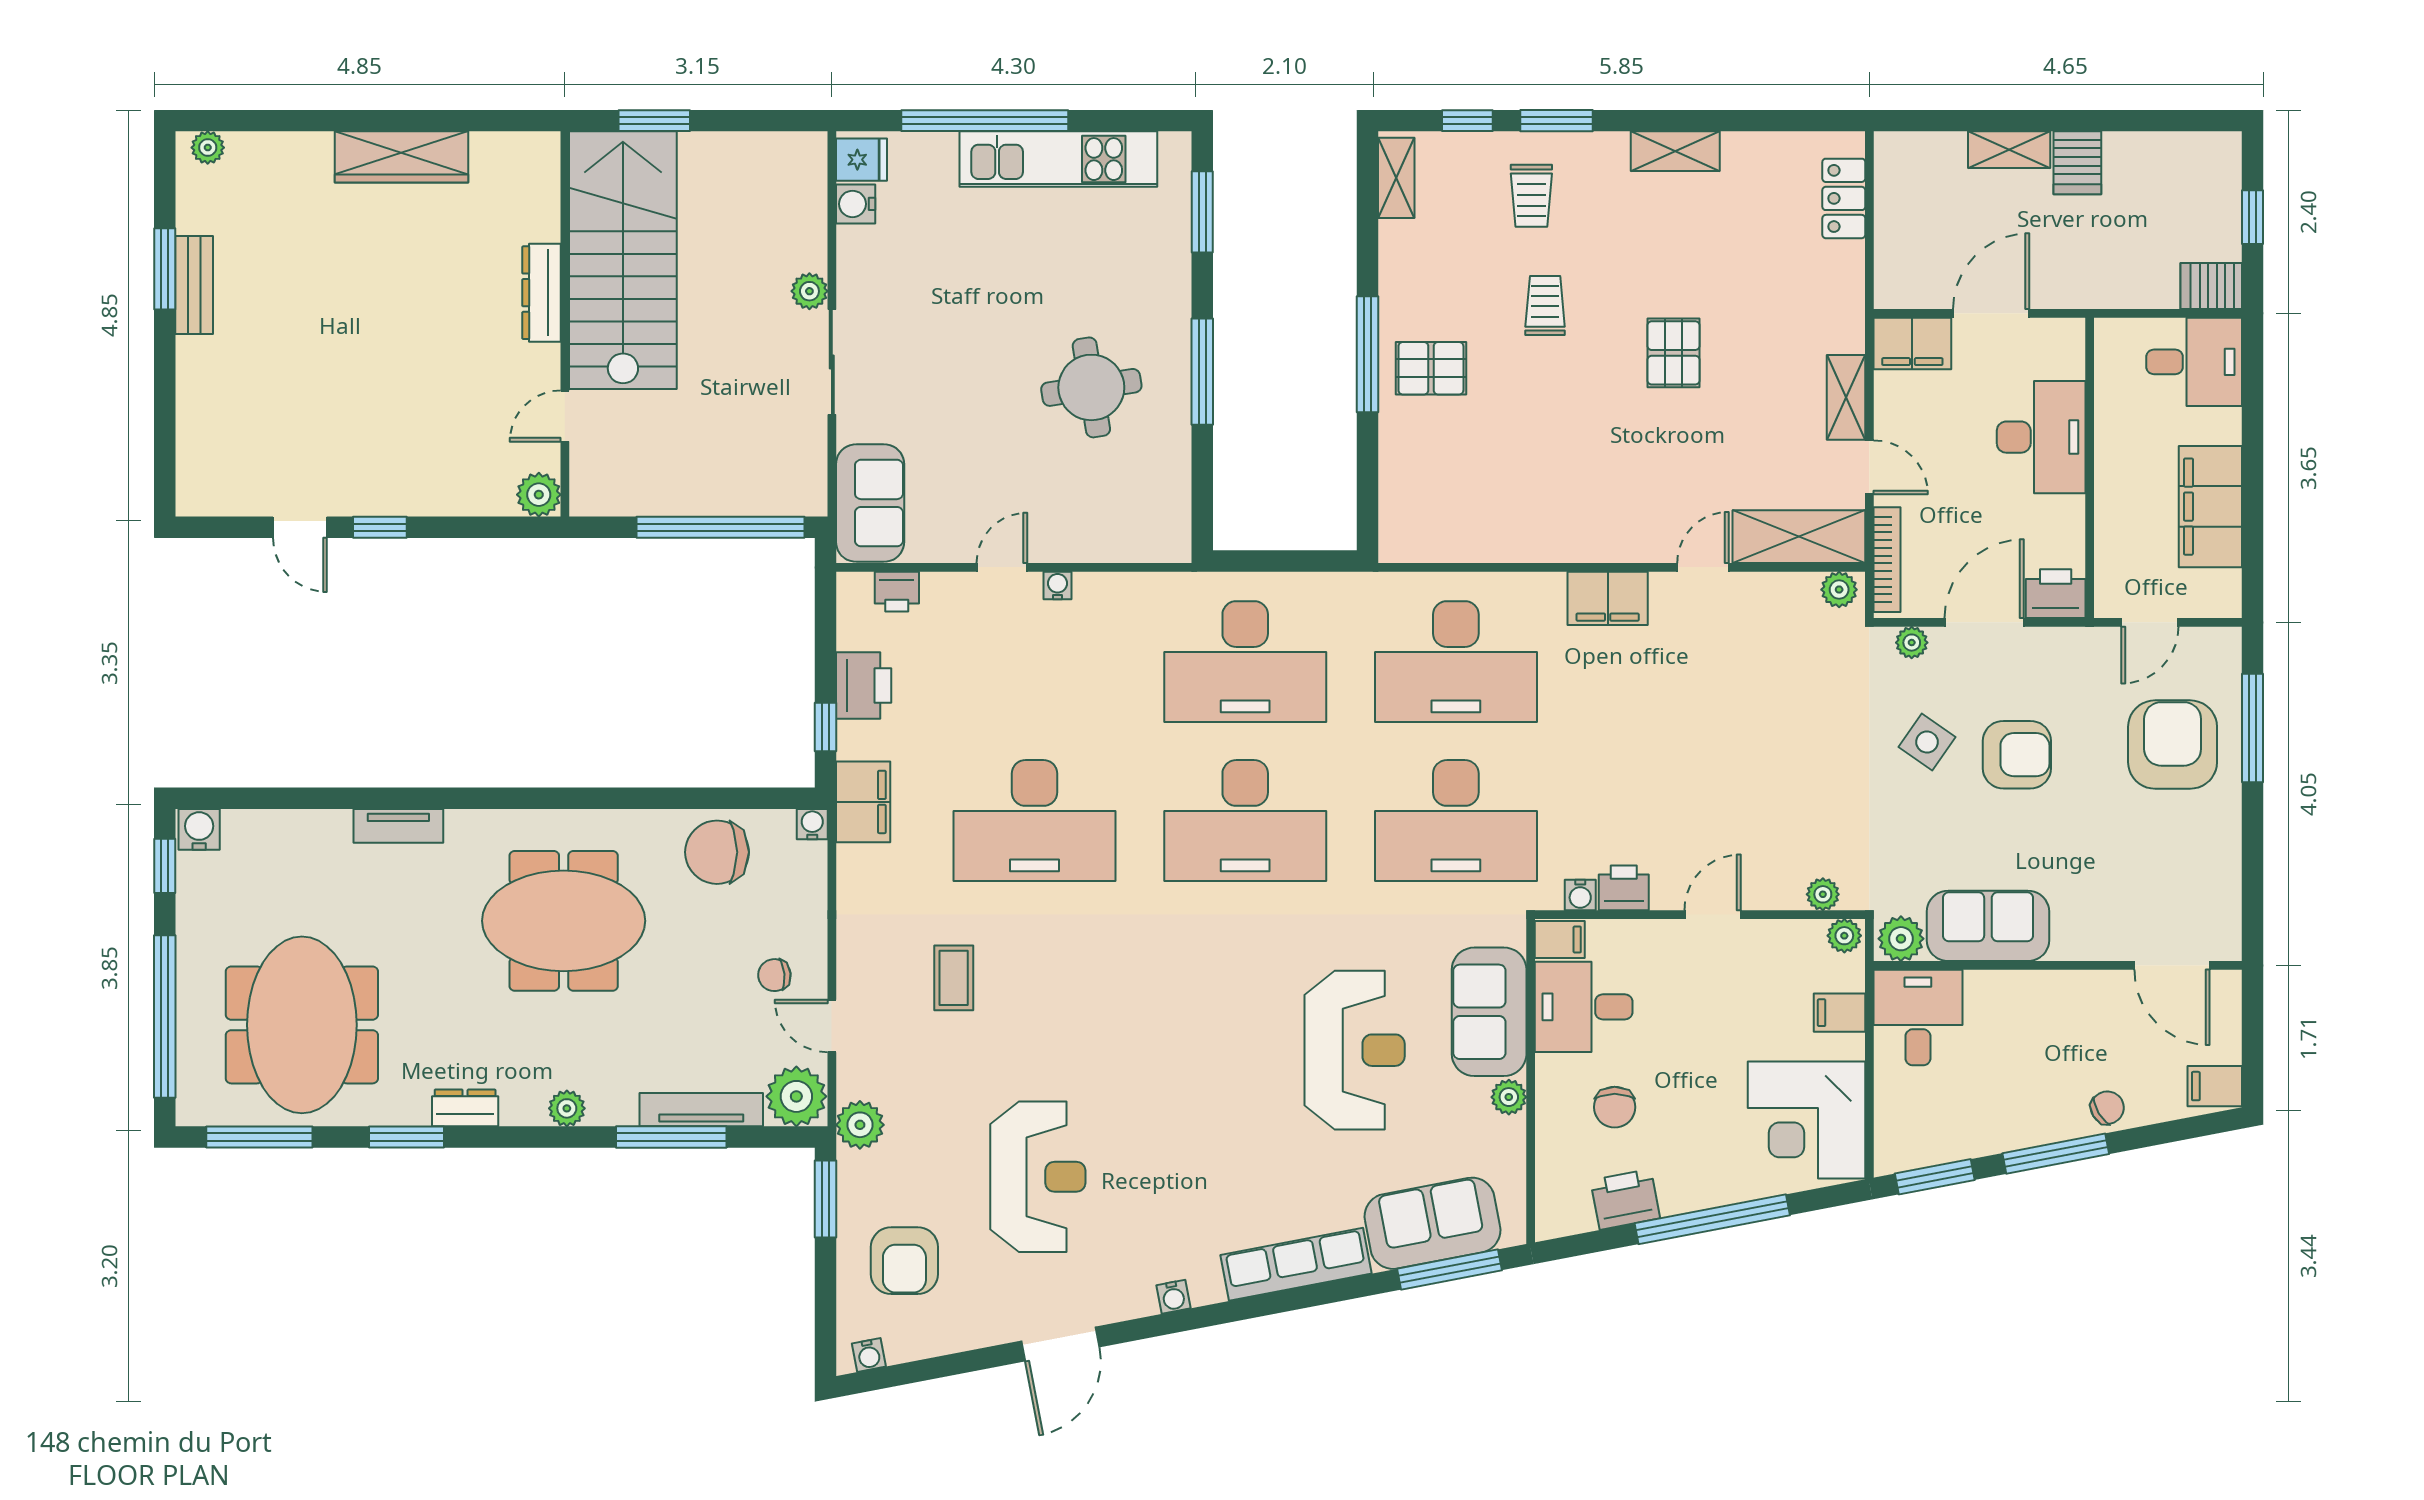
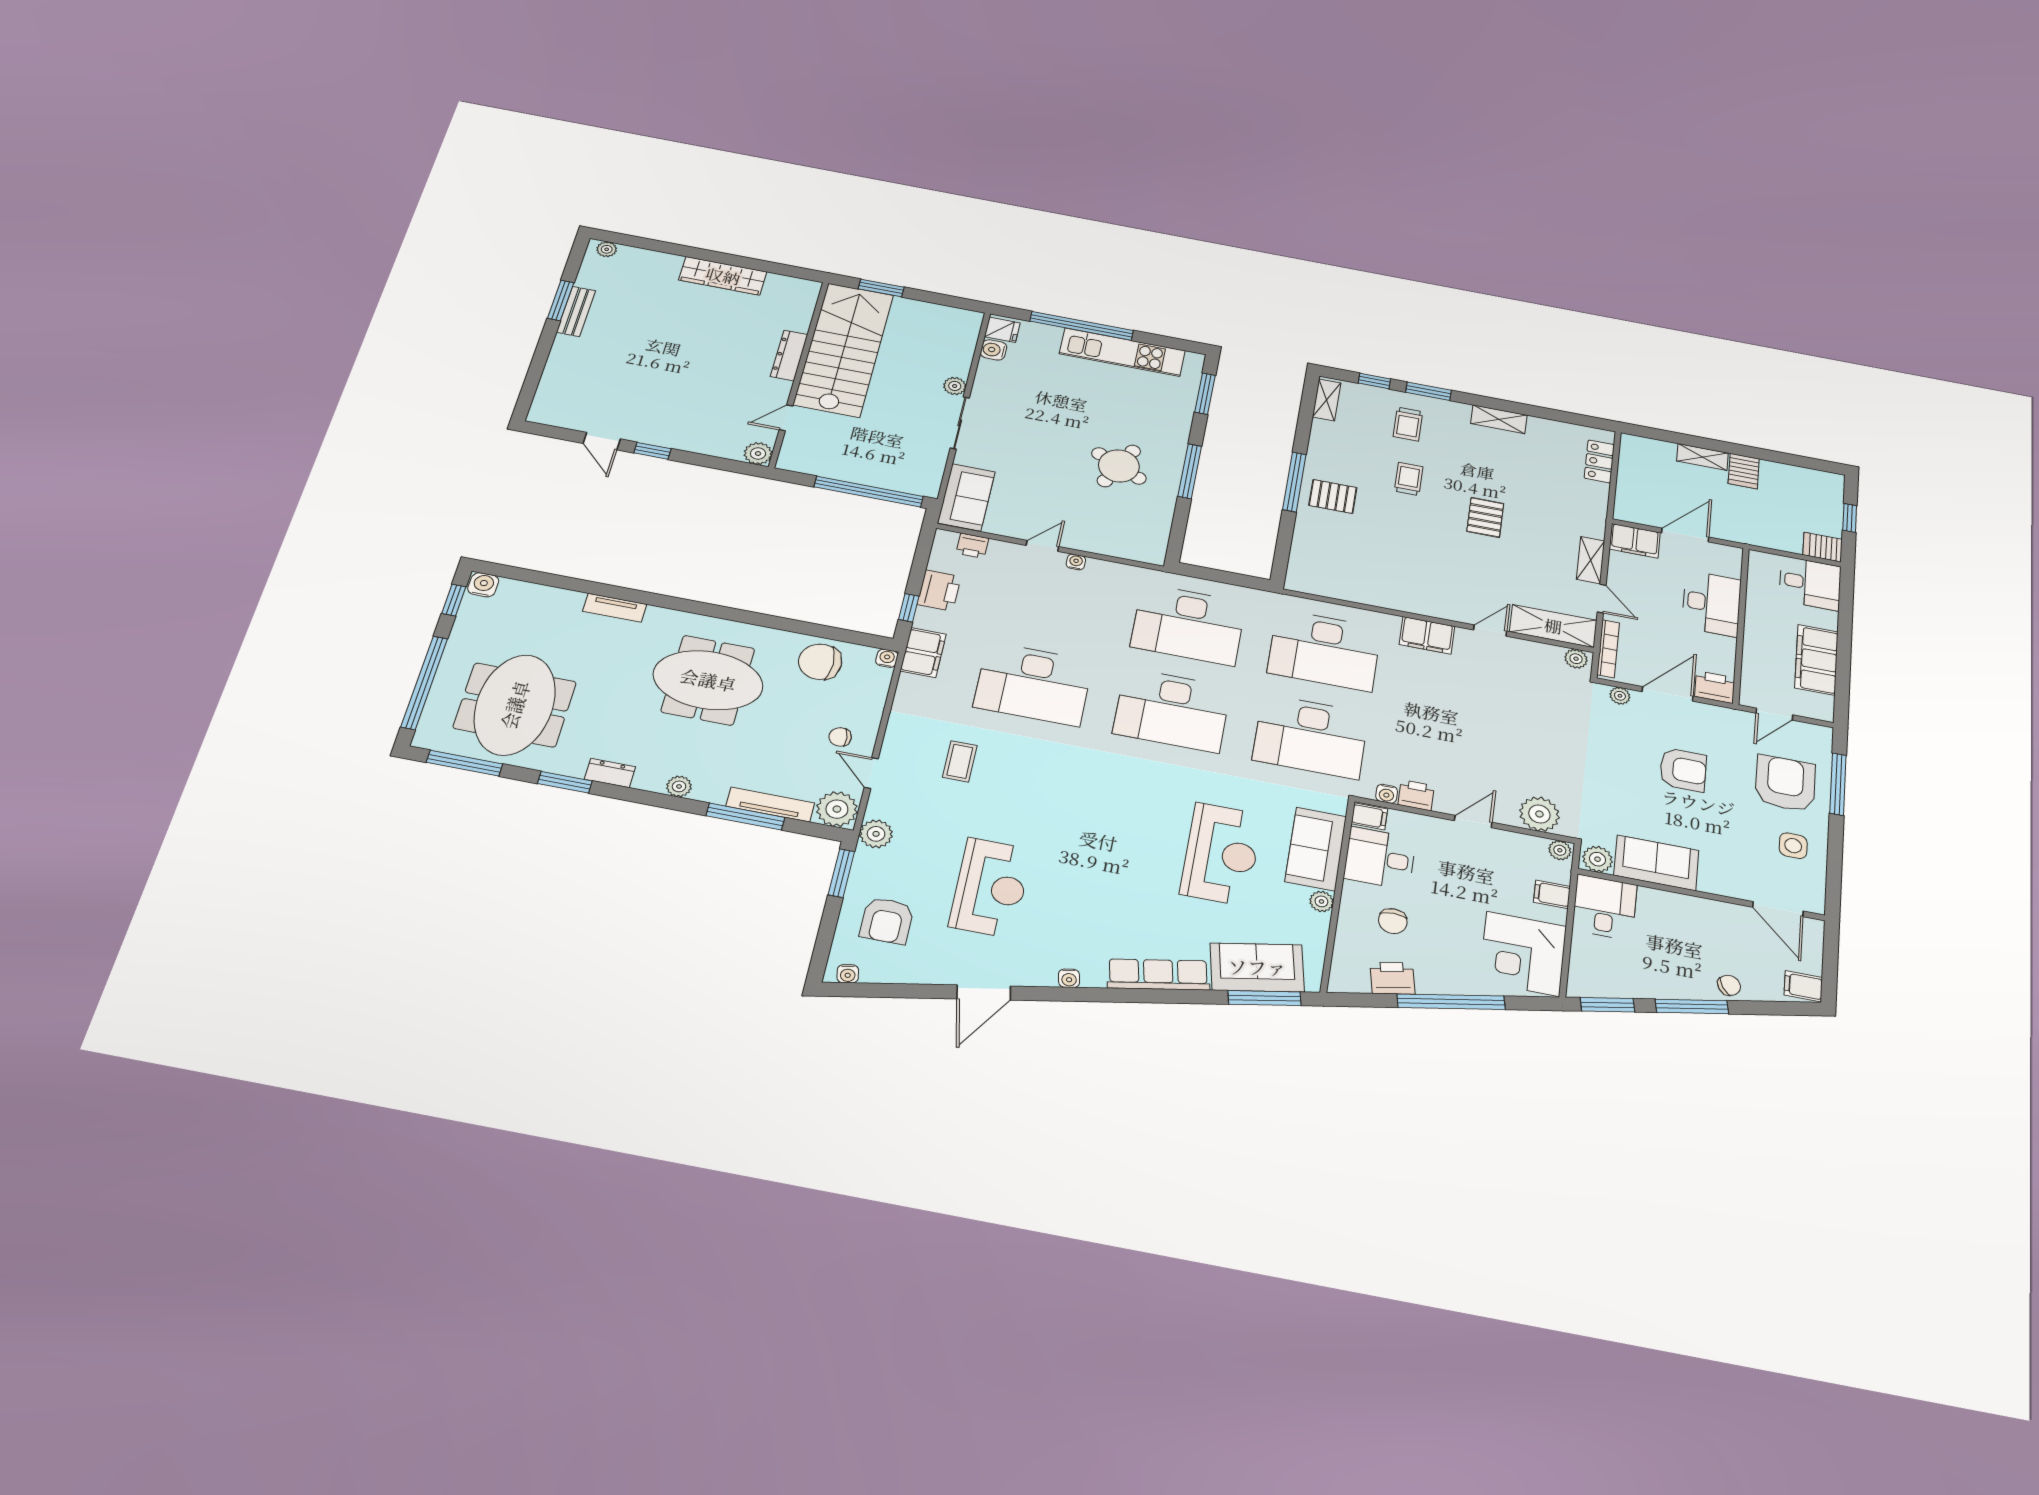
round table: (1091, 387) -> (1119, 466), turned 35
side table: (1927, 742) -> (1793, 846), moved, turned -35
plant: (1823, 894) -> (1539, 814), width x1.88, depth x1.88

